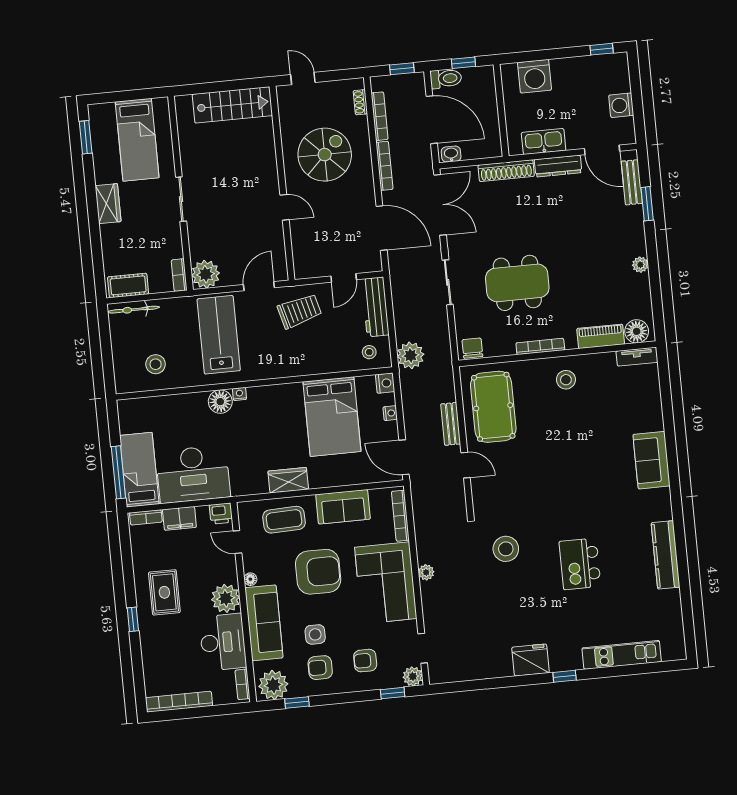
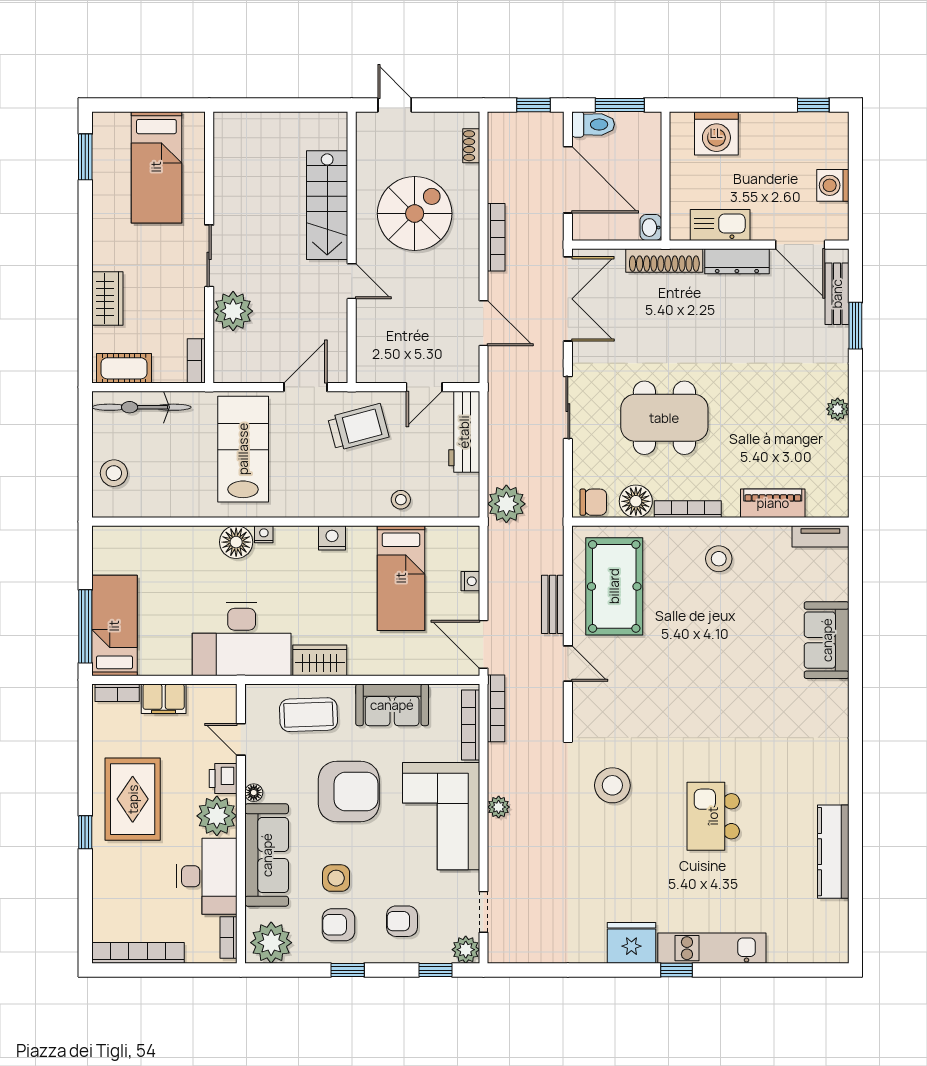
window: (463, 63) -> (620, 105), width x1.50
stairs: (232, 105) -> (327, 205), moved, turned 90
bookcase: (380, 116) -> (496, 708), moved
washbasin: (451, 154) -> (651, 228), moved, turned -90
wardrobe: (108, 204) -> (107, 299), moved
door: (382, 228) -> (483, 323), width x0.73
plant: (206, 274) -> (233, 311), moved
bicycle: (133, 310) -> (142, 407), width x1.37, depth x1.40
floor lamp: (637, 331) -> (636, 501), moved
chair: (472, 348) -> (593, 502), turned 90
stool: (369, 352) -> (401, 500), moved
stool: (156, 364) -> (114, 473), moved
nightstand: (385, 383) -> (332, 538), moved, turned -90
bed: (332, 417) -> (401, 578), width x0.67
sofa: (651, 460) -> (827, 640), moved
desk: (193, 474) -> (242, 639), moved
printer: (221, 514) -> (223, 779), moved, turned 90
kitchen counter: (666, 555) -> (833, 852), moved
rug: (164, 592) -> (133, 799), width x1.36, depth x1.43
kitchen unit: (622, 655) -> (712, 948), moved
window: (297, 702) -> (348, 970), moved

